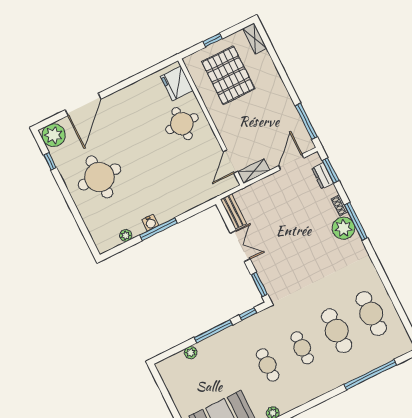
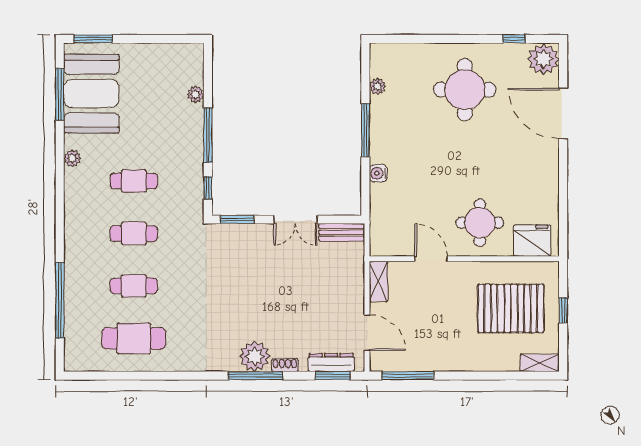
door: (230, 162) -> (431, 259), moved
dresser: (323, 176) -> (331, 363), width x1.44
water cooler: (150, 223) -> (378, 173), moved
cafe table: (337, 331) -> (134, 286), width x0.73, depth x0.74

